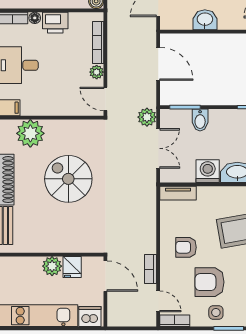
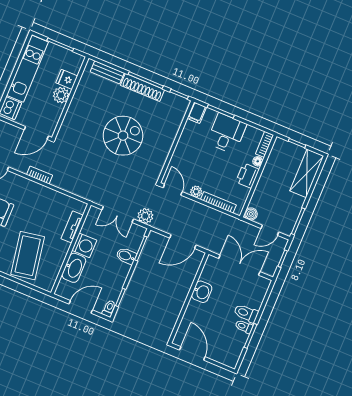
door: (105, 99) -> (173, 190), hinge flipped
plant: (30, 133) -> (170, 121), removed
tv unit: (178, 193) -> (72, 227), moved
armchair: (186, 247) -> (33, 204), removed
fridge: (72, 267) -> (67, 79), moved
bookcase: (150, 269) -> (40, 175), moved

